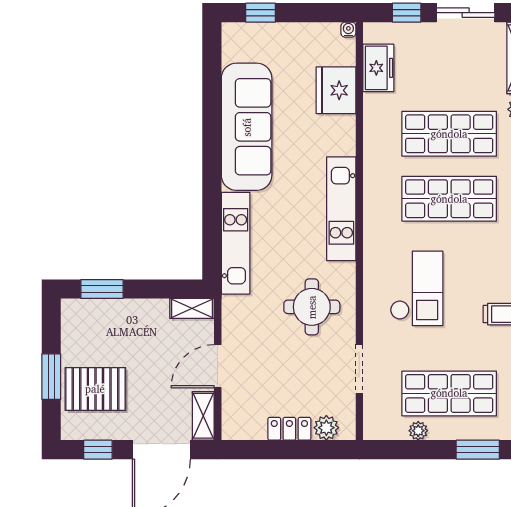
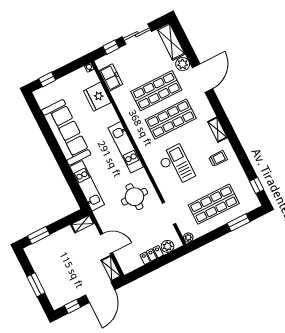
door: (218, 366) -> (106, 243), swing flipped
pallet: (95, 389) -> (58, 280), removed
plant: (418, 431) -> (188, 237), moved

